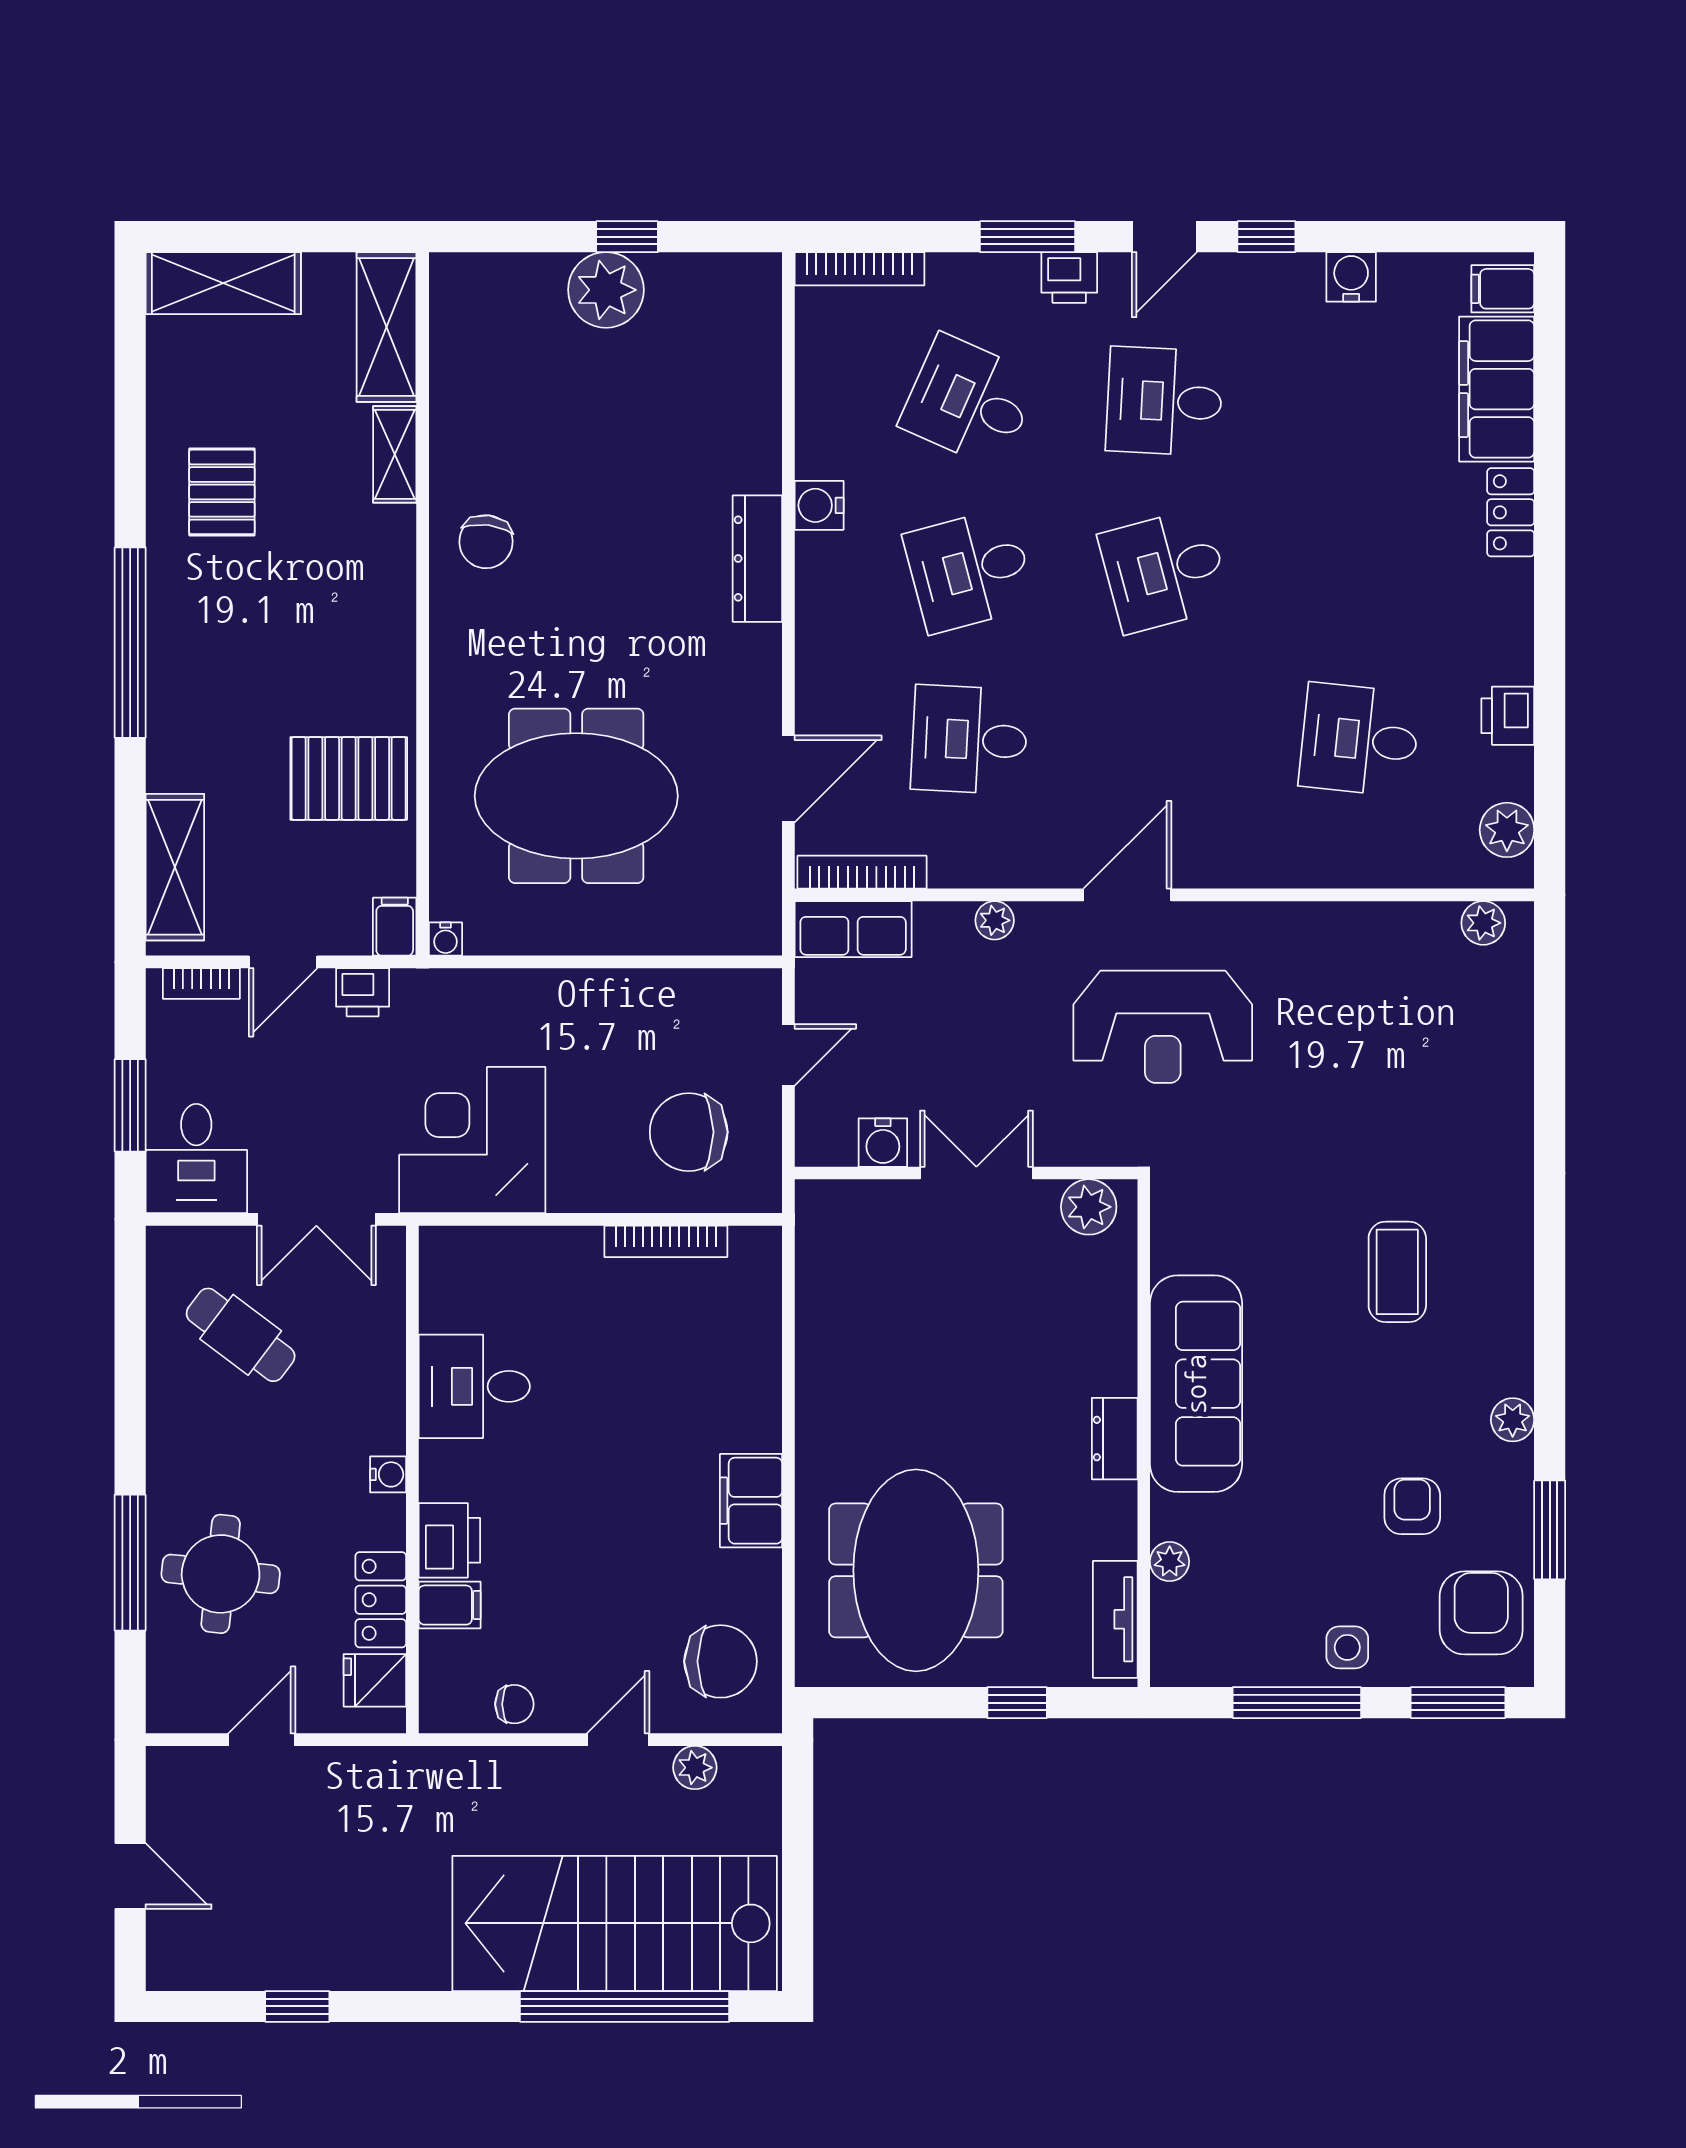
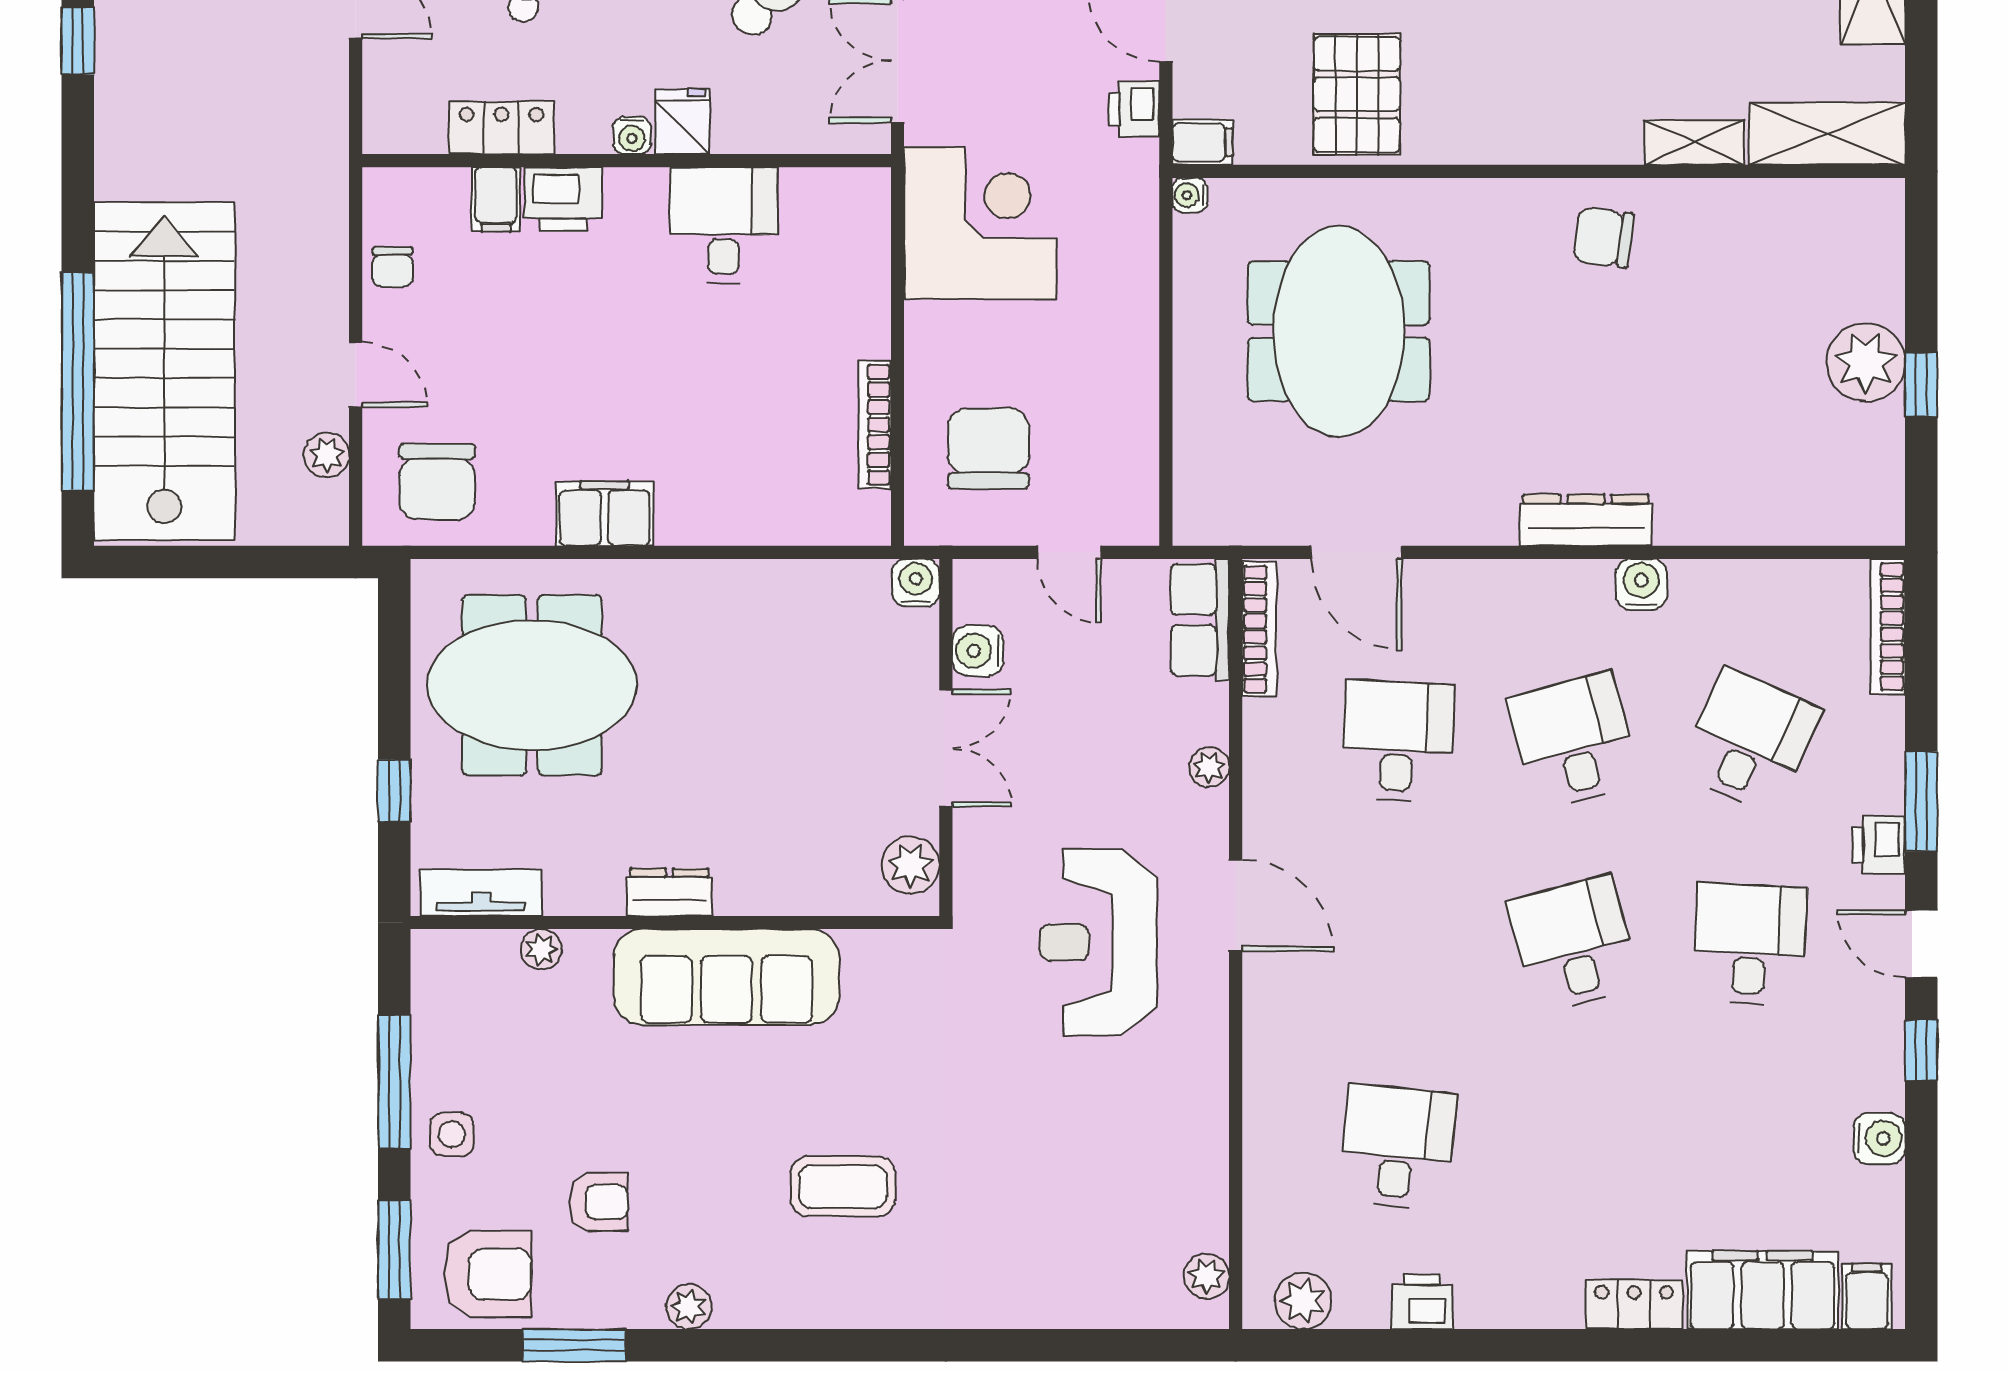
water cooler: (817, 1202) -> (916, 582), added
fridge: (375, 1680) -> (682, 122), moved

